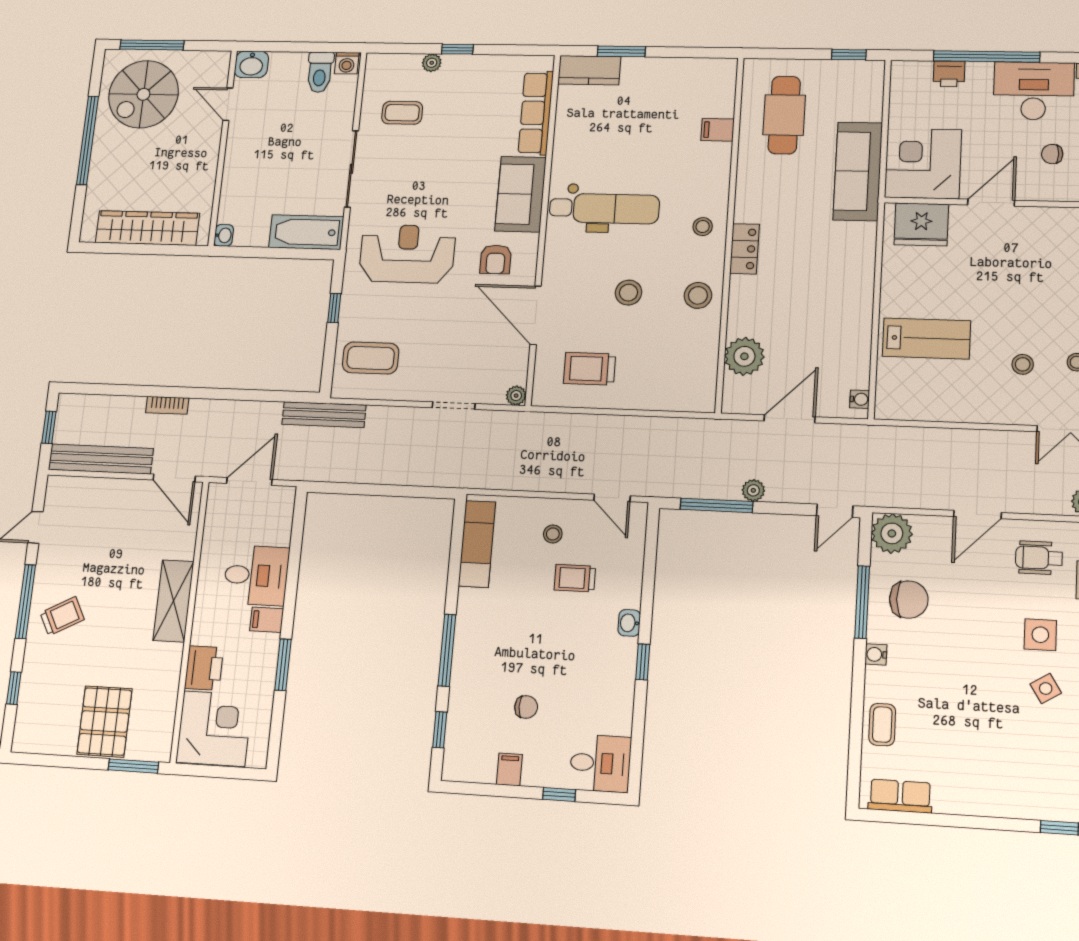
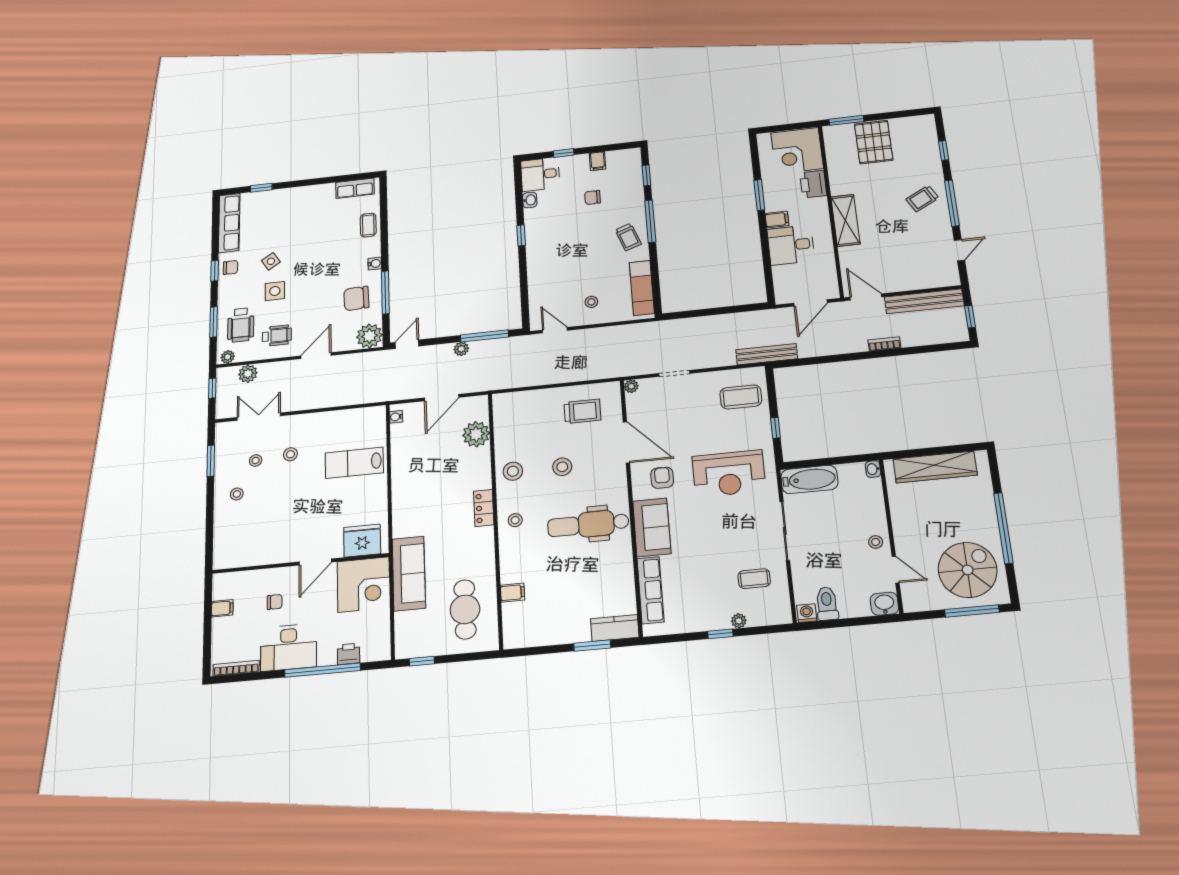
stool: (243, 141) -> (876, 542), added
trolley: (575, 578) -> (628, 237), moved, turned 70
washbasin: (629, 623) -> (530, 200), moved

